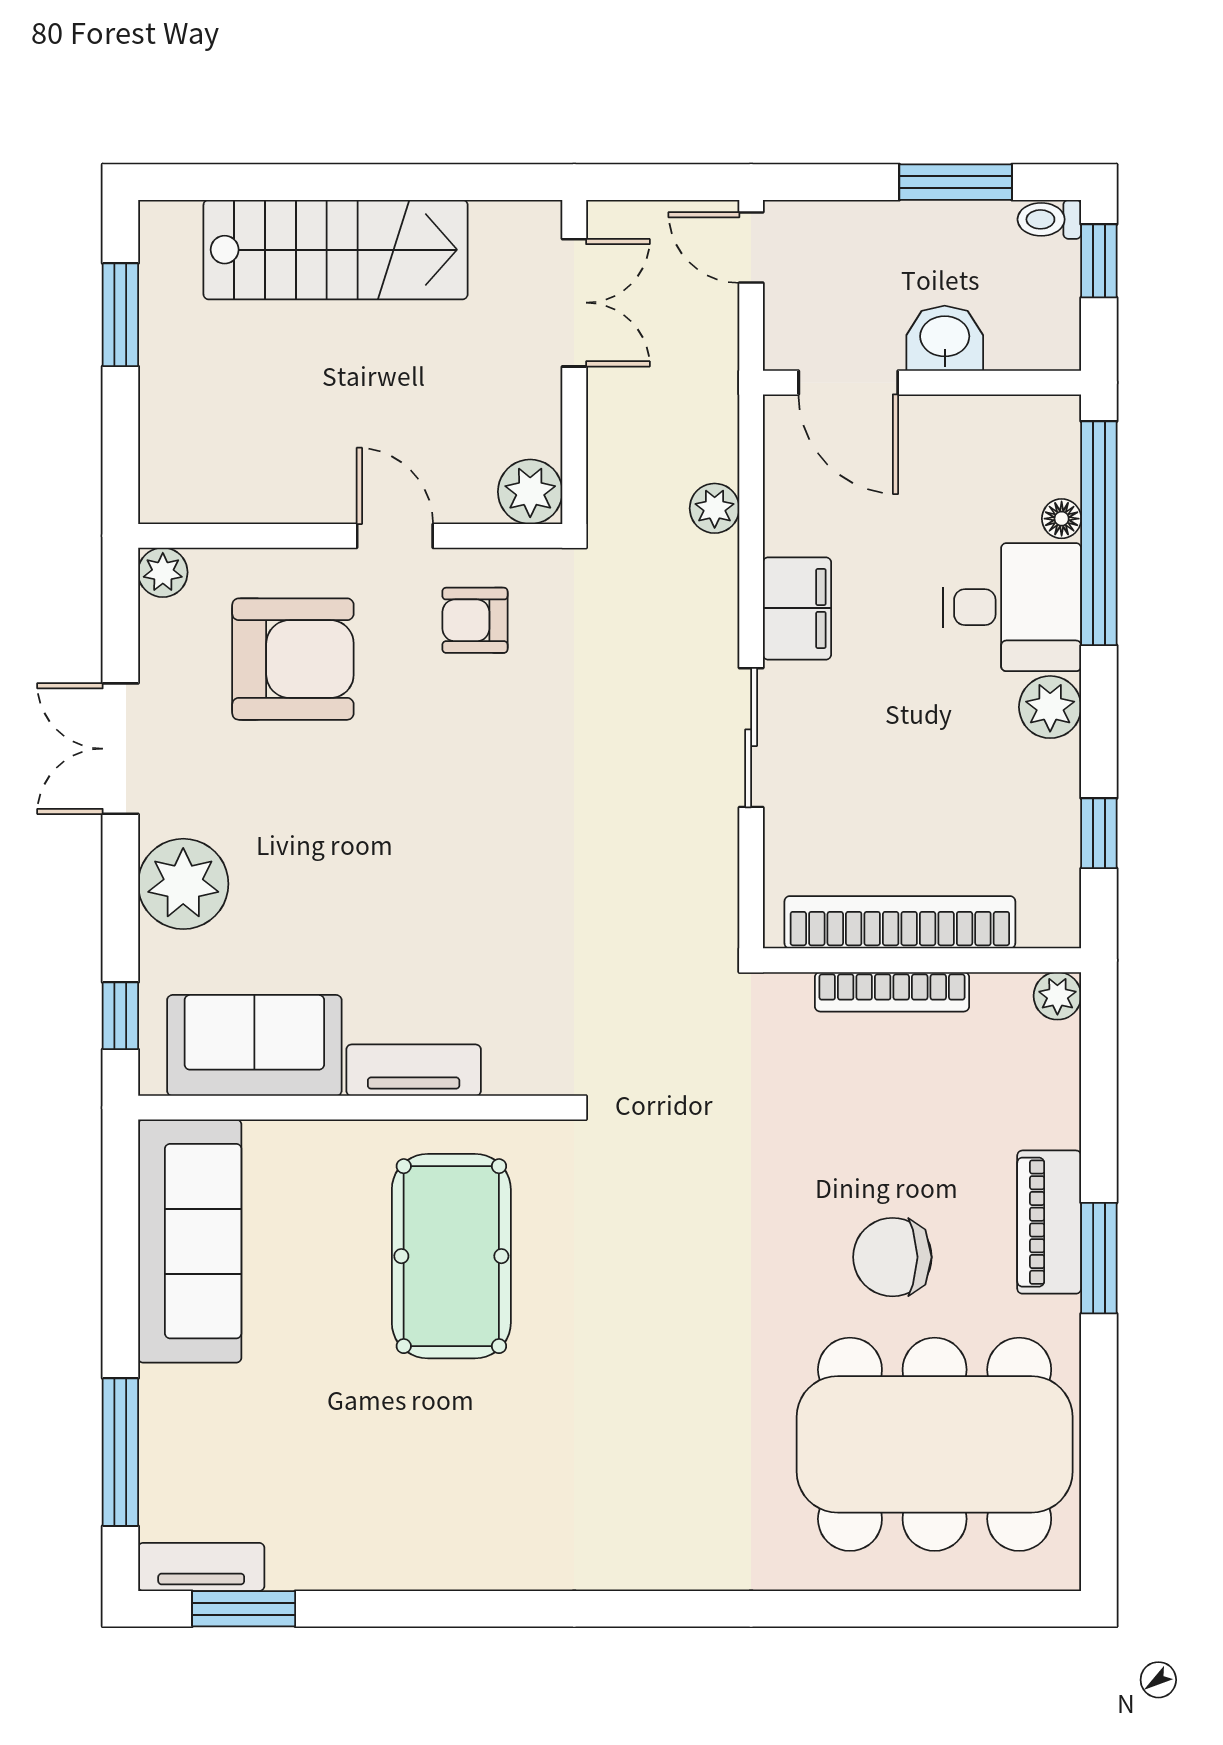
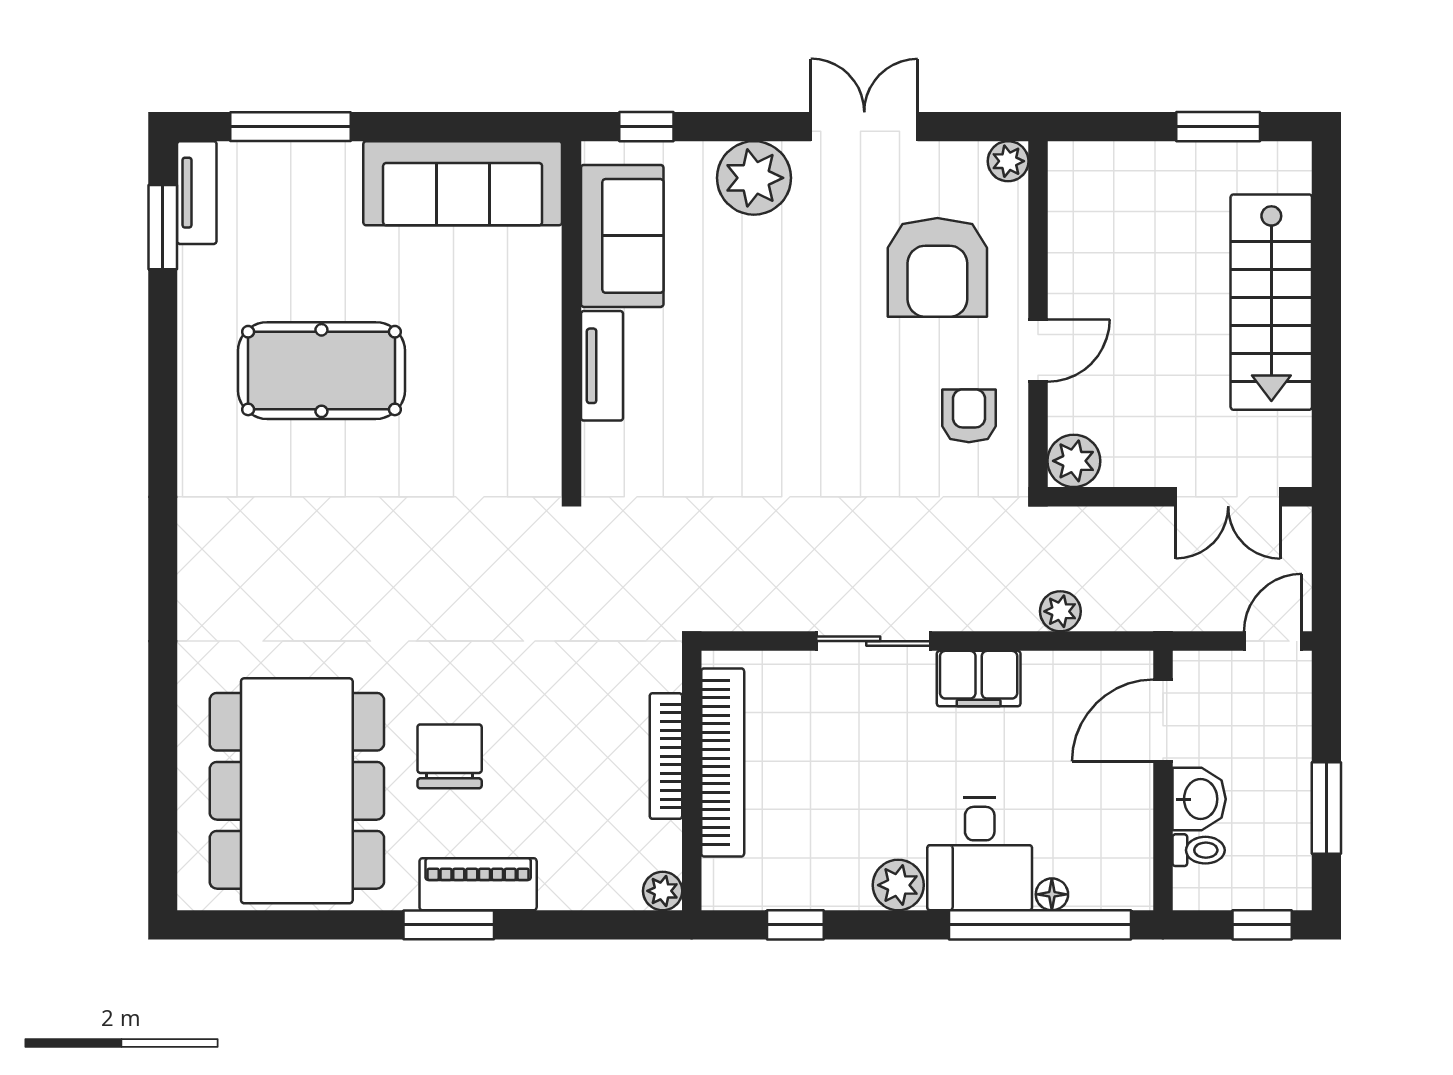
toilet: (1049, 219) -> (1199, 850), moved, turned 90
pool table: (451, 1256) -> (321, 371), moved

